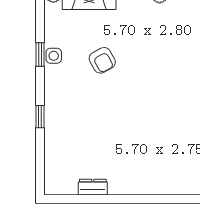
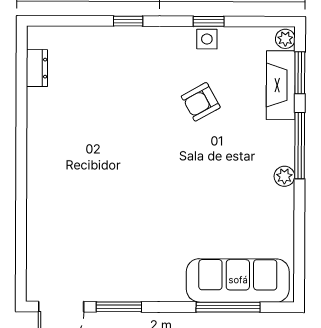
dresser: (93, 187) -> (37, 68), moved

